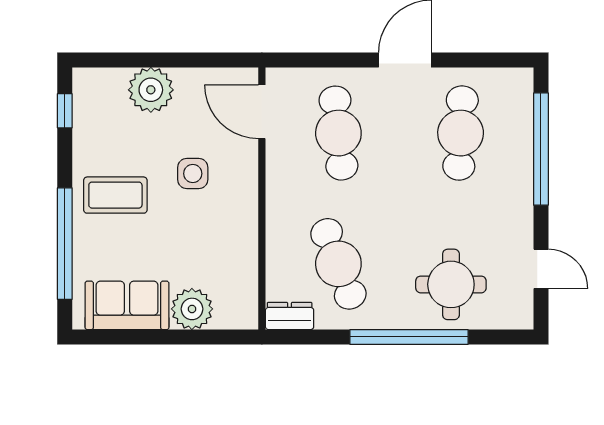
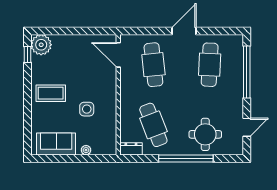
plant: (151, 90) -> (41, 45), moved
side table: (193, 174) -> (87, 109), moved
window: (65, 244) -> (27, 116), removed
door: (541, 269) -> (247, 127), hinge flipped
plant: (192, 309) -> (86, 150), width x0.53, depth x0.53

